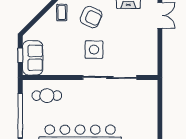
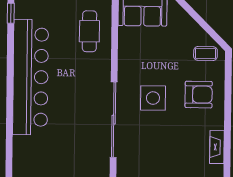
armchair: (91, 17) -> (199, 95), turned -114

